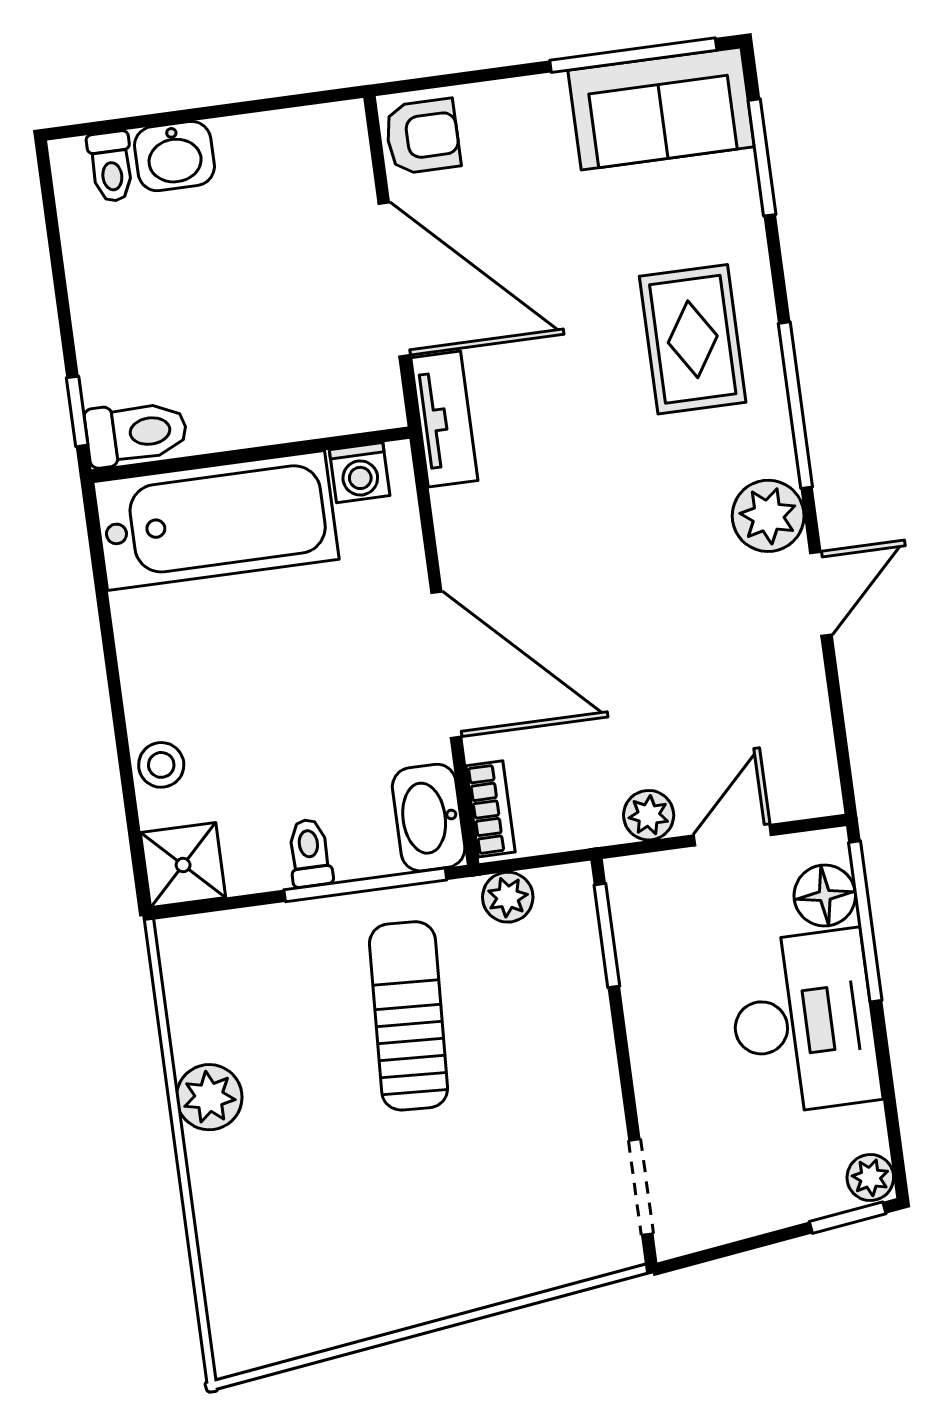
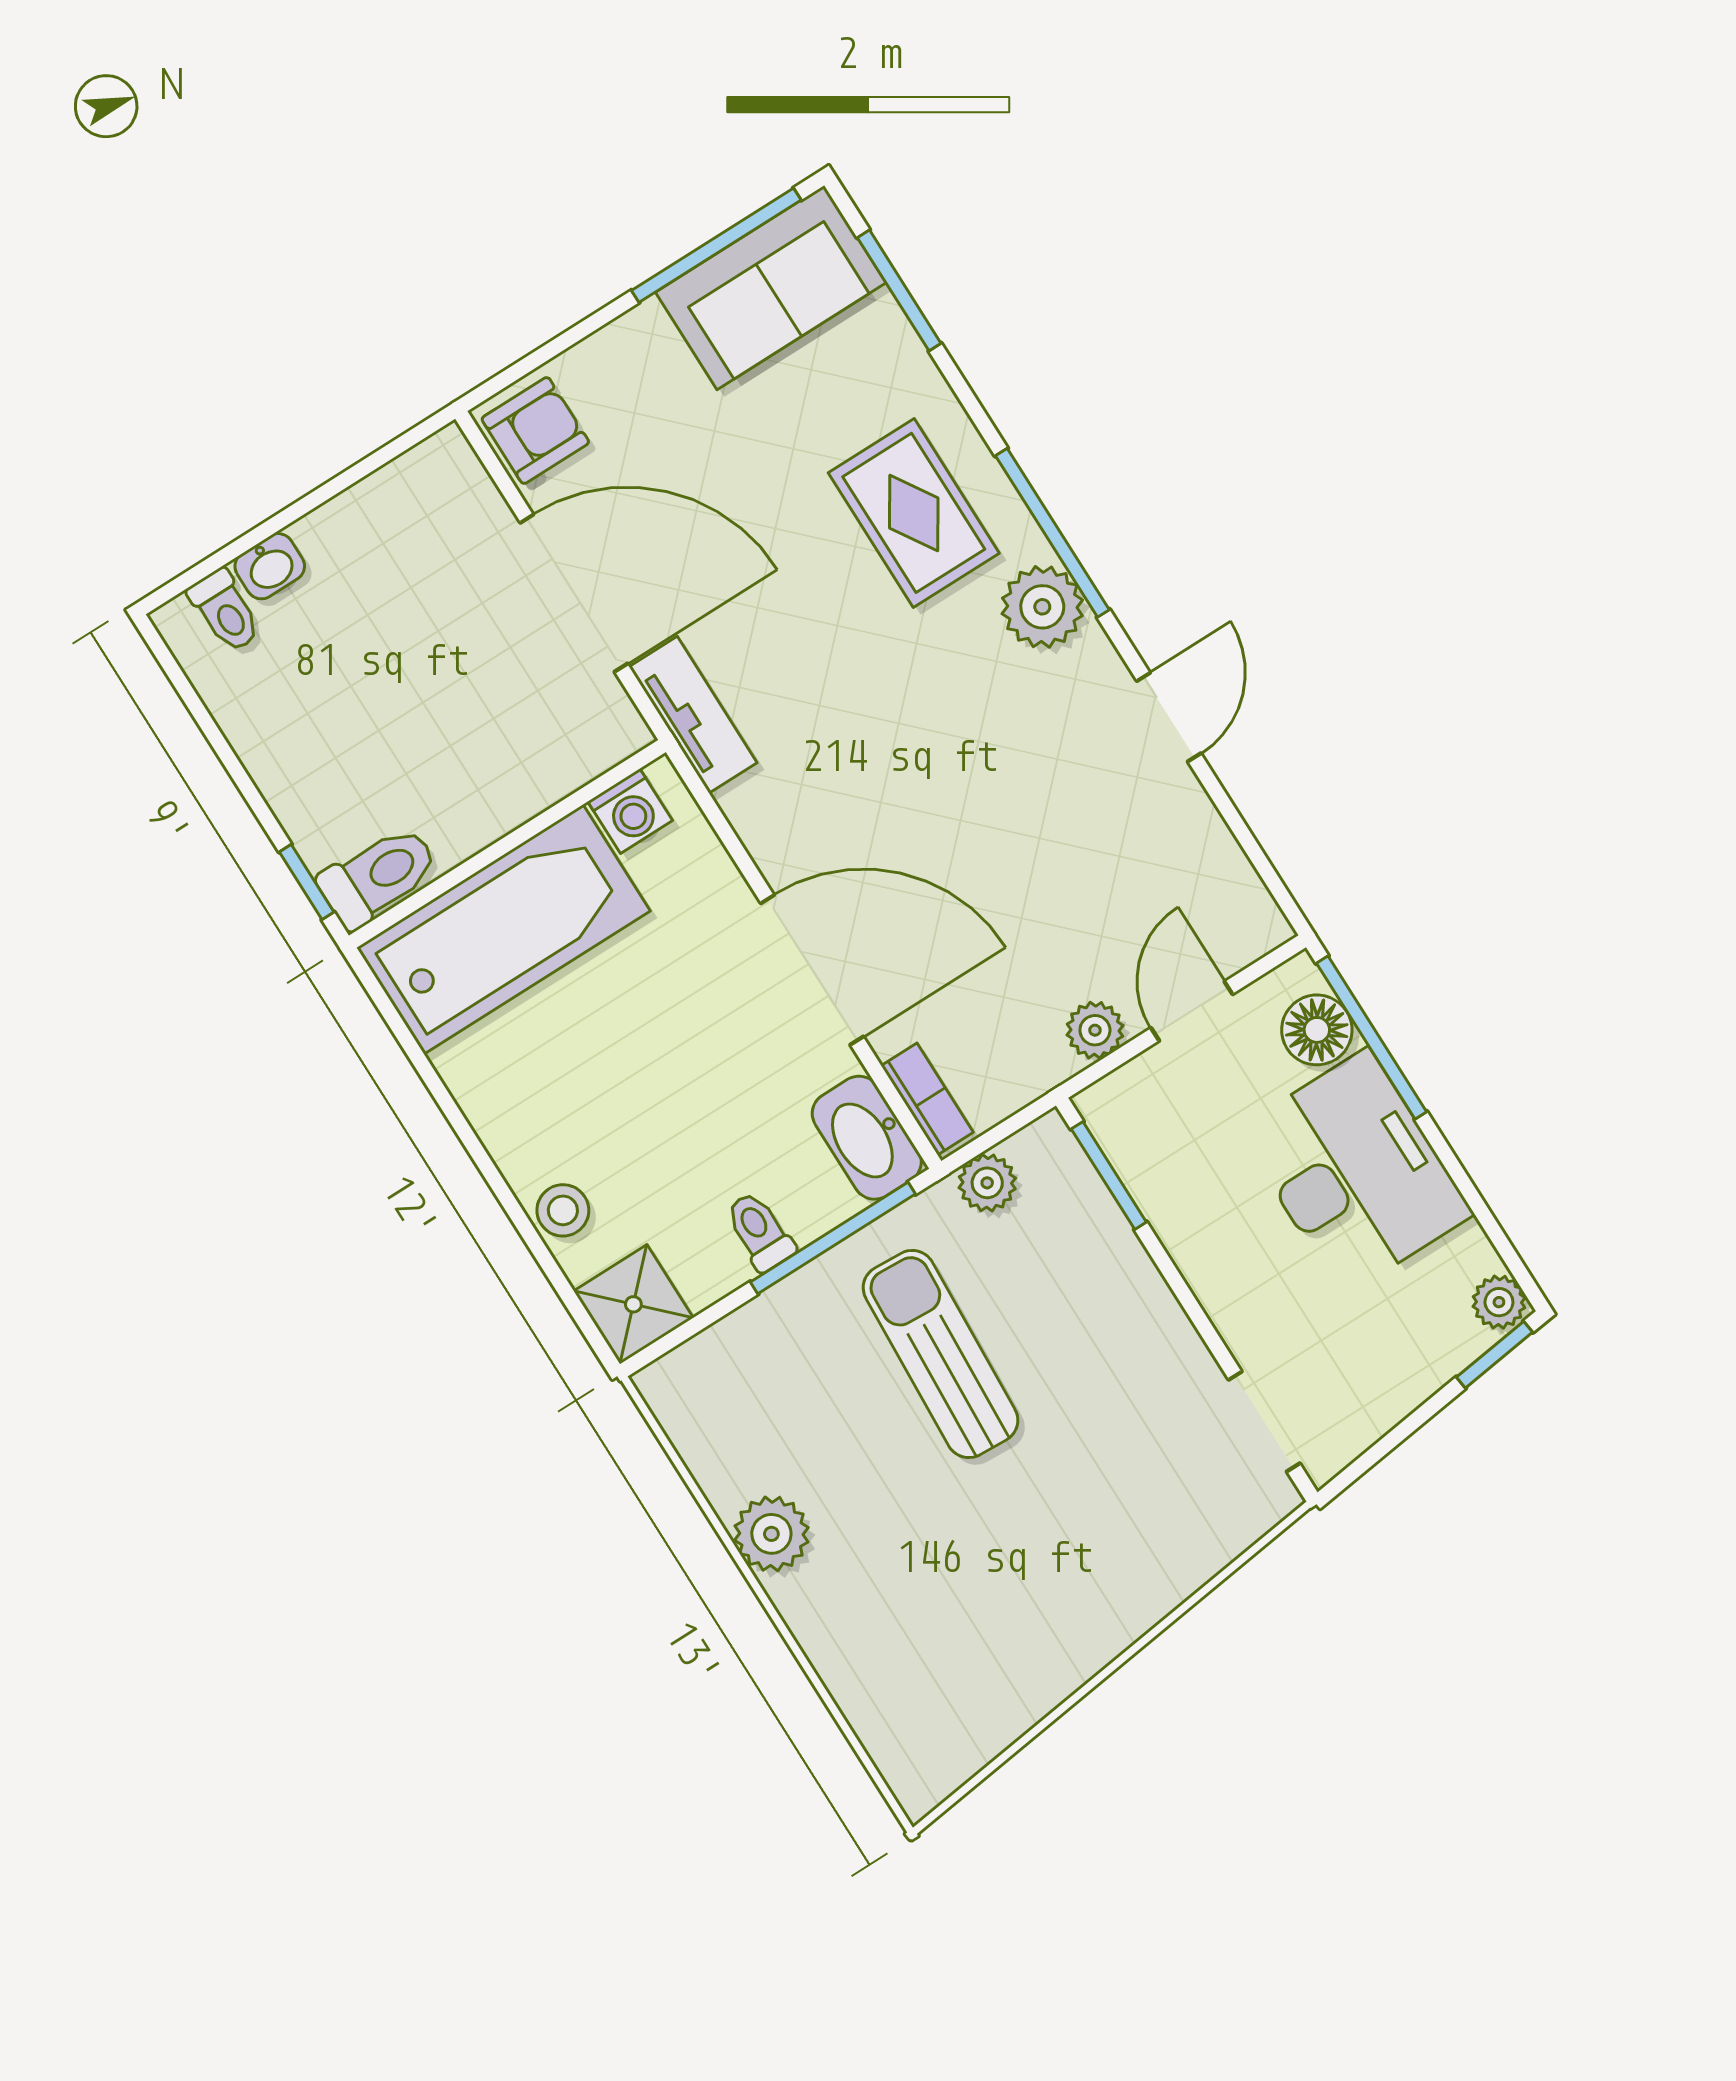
washbasin: (174, 156) -> (270, 566), width x0.72, depth x0.69
plant: (768, 516) -> (1042, 607), moved

